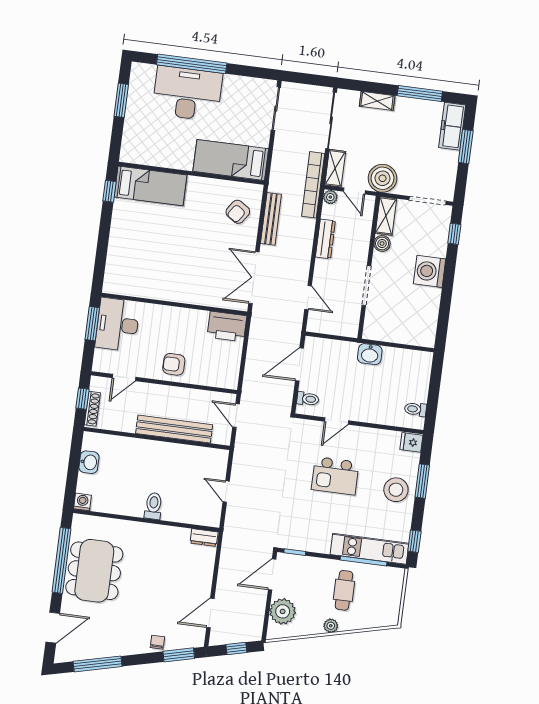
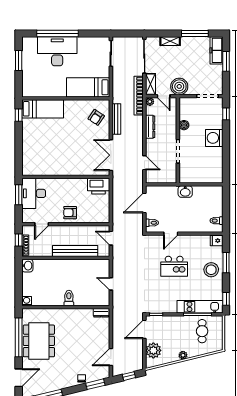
shelving: (386, 216) -> (184, 108), removed
washbasin: (89, 462) -> (27, 266), moved
cafe table: (344, 590) -> (202, 331), moved

